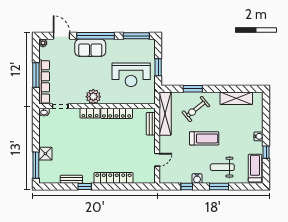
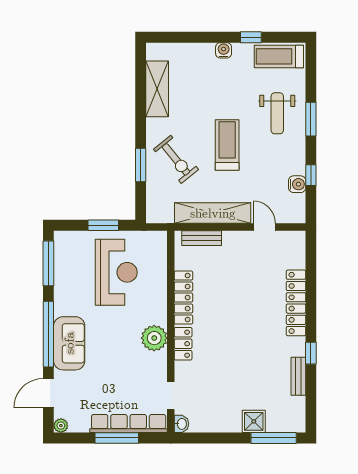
shelving: (165, 114) -> (213, 213), moved
water cooler: (197, 179) -> (297, 184), moved

